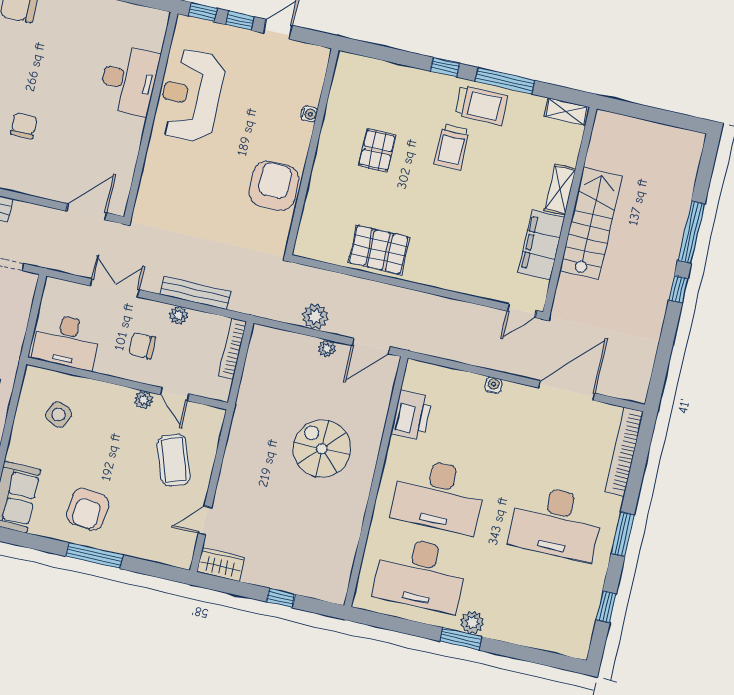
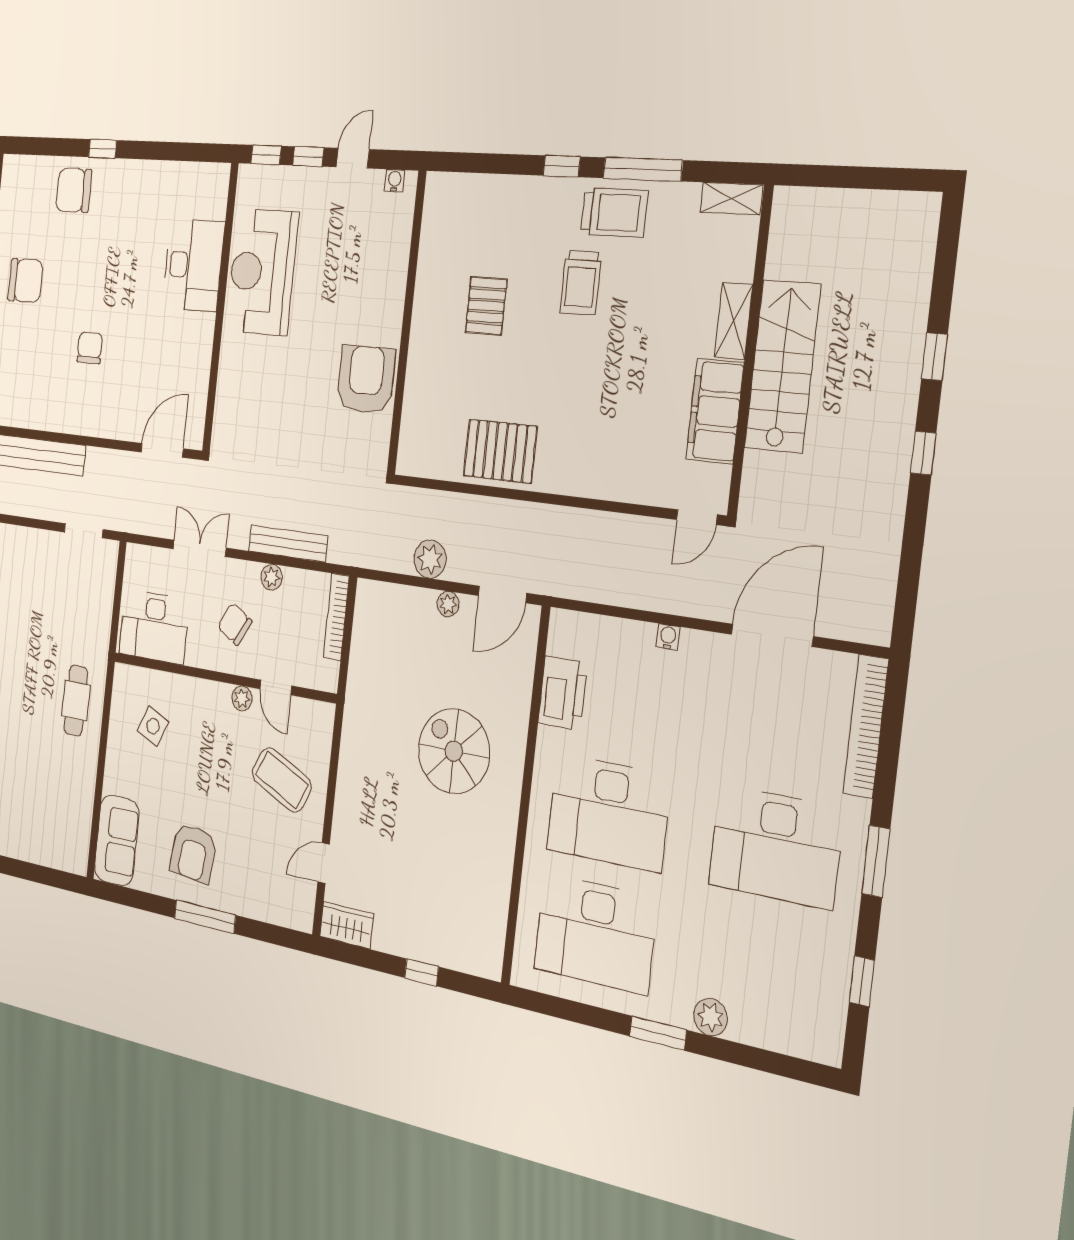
water cooler: (309, 114) -> (395, 181), moved, turned -90
window: (691, 232) -> (934, 357), width x0.46
chair: (142, 346) -> (235, 624), turned 30
coffee table: (174, 460) -> (282, 780), turned -46
plant: (472, 622) -> (710, 1017), moved

